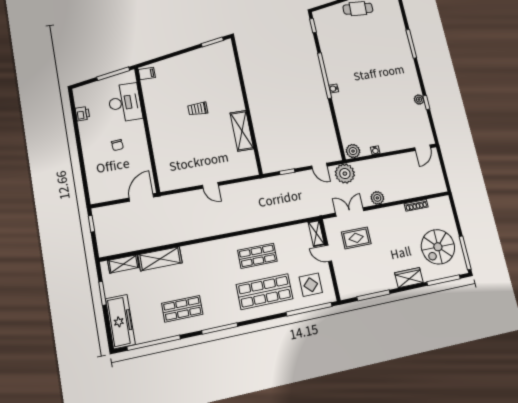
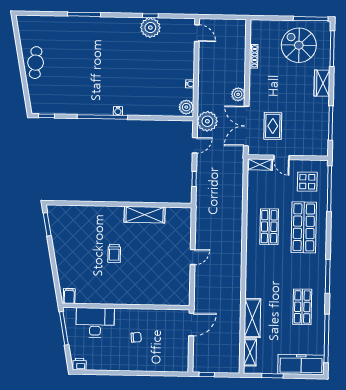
plant: (419, 100) -> (150, 28), width x1.87, depth x1.87
printer: (82, 114) -> (80, 364), moved
door: (141, 198) -> (191, 324), swing flipped
double door: (350, 212) -> (246, 126), width x1.37
spiral stairs: (438, 247) -> (299, 45), turned 180
door: (328, 253) -> (282, 157), hinge flipped

